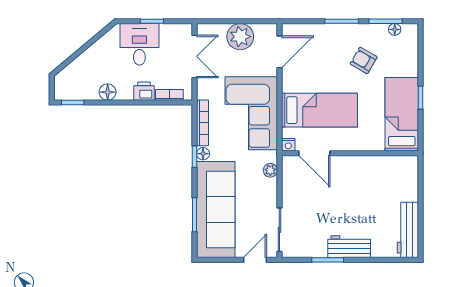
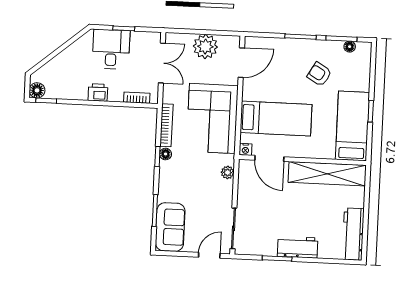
printer: (144, 91) -> (98, 92), moved
floor lamp: (108, 92) -> (37, 90), moved
shelving: (377, 167) -> (327, 174), added
sofa: (216, 209) -> (170, 227), width x0.54, depth x0.79

